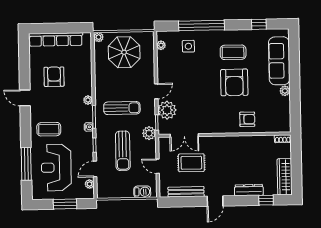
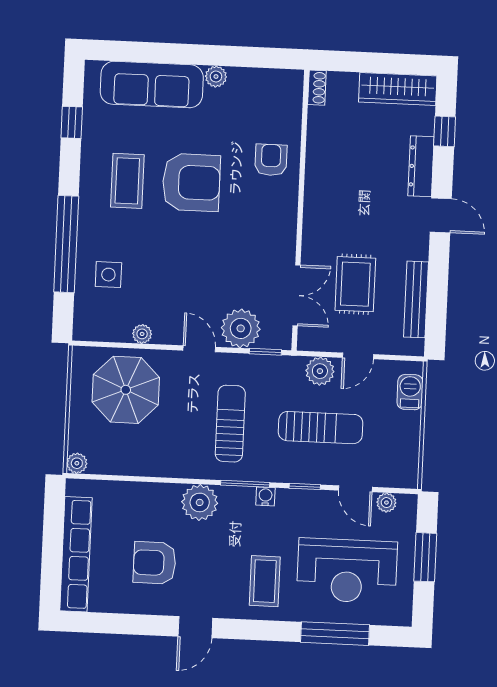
plant: (161, 45) -> (142, 334), moved
parasol: (124, 52) -> (126, 390), moved
plant: (88, 100) -> (200, 502), width x1.87, depth x1.87
plant: (149, 133) -> (320, 371), moved
door: (215, 201) -> (441, 215), moved

